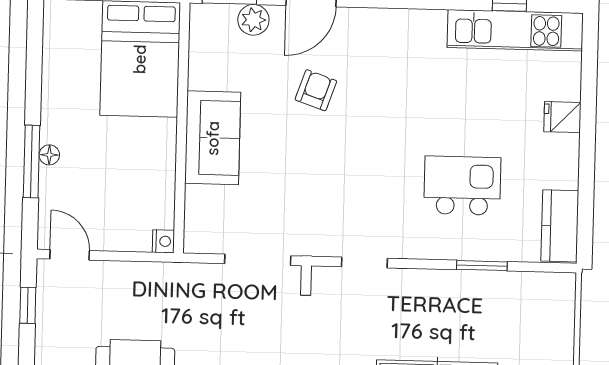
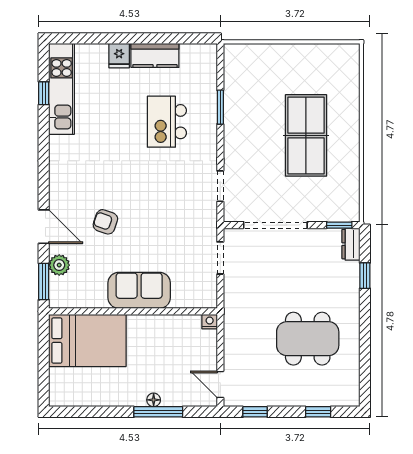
kitchen counter: (560, 226) -> (155, 55), moved
door: (70, 255) -> (220, 384), hinge flipped
doorway: (258, 260) -> (220, 258), width x0.73

